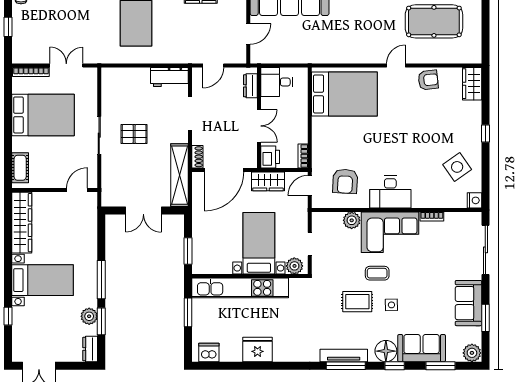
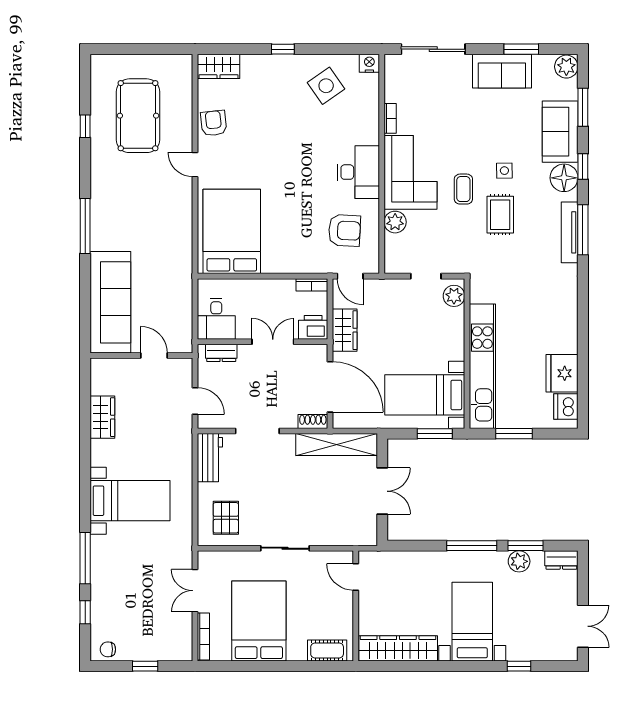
pallet: (134, 134) -> (226, 518), moved
bed with nightstands: (259, 243) -> (425, 395), moved
fridge: (258, 350) -> (562, 373), moved

